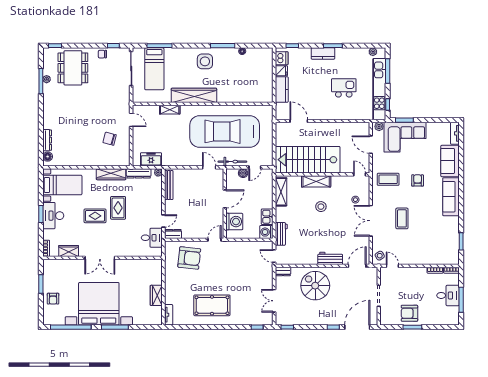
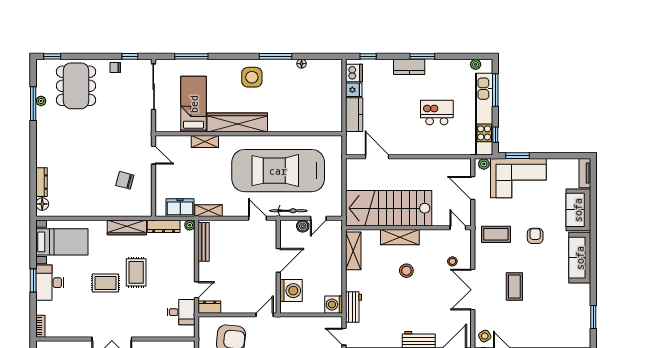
bed: (154, 69) -> (194, 104), moved, turned 180
shelving: (172, 162) -> (209, 211), added
kitchen sink: (267, 217) -> (335, 284), removed
wardrobe: (69, 251) -> (70, 330), removed

